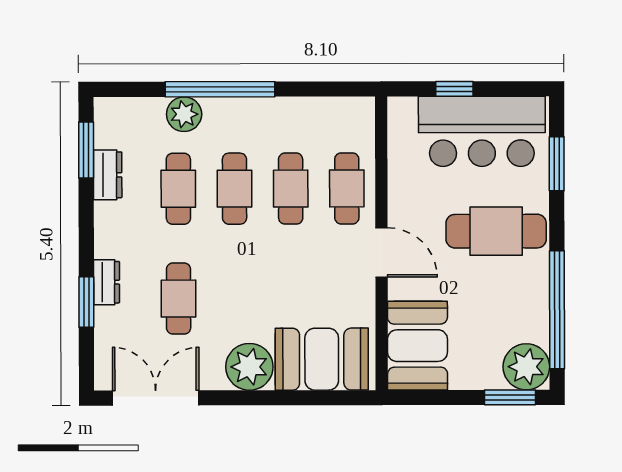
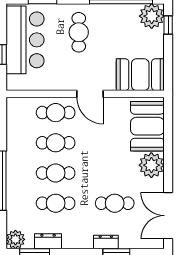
plant: (184, 114) -> (15, 239), moved
cafe table: (496, 231) -> (79, 32), width x0.73, depth x0.74
door: (381, 252) -> (90, 94), swing flipped
window: (510, 397) -> (168, 25), width x0.67

